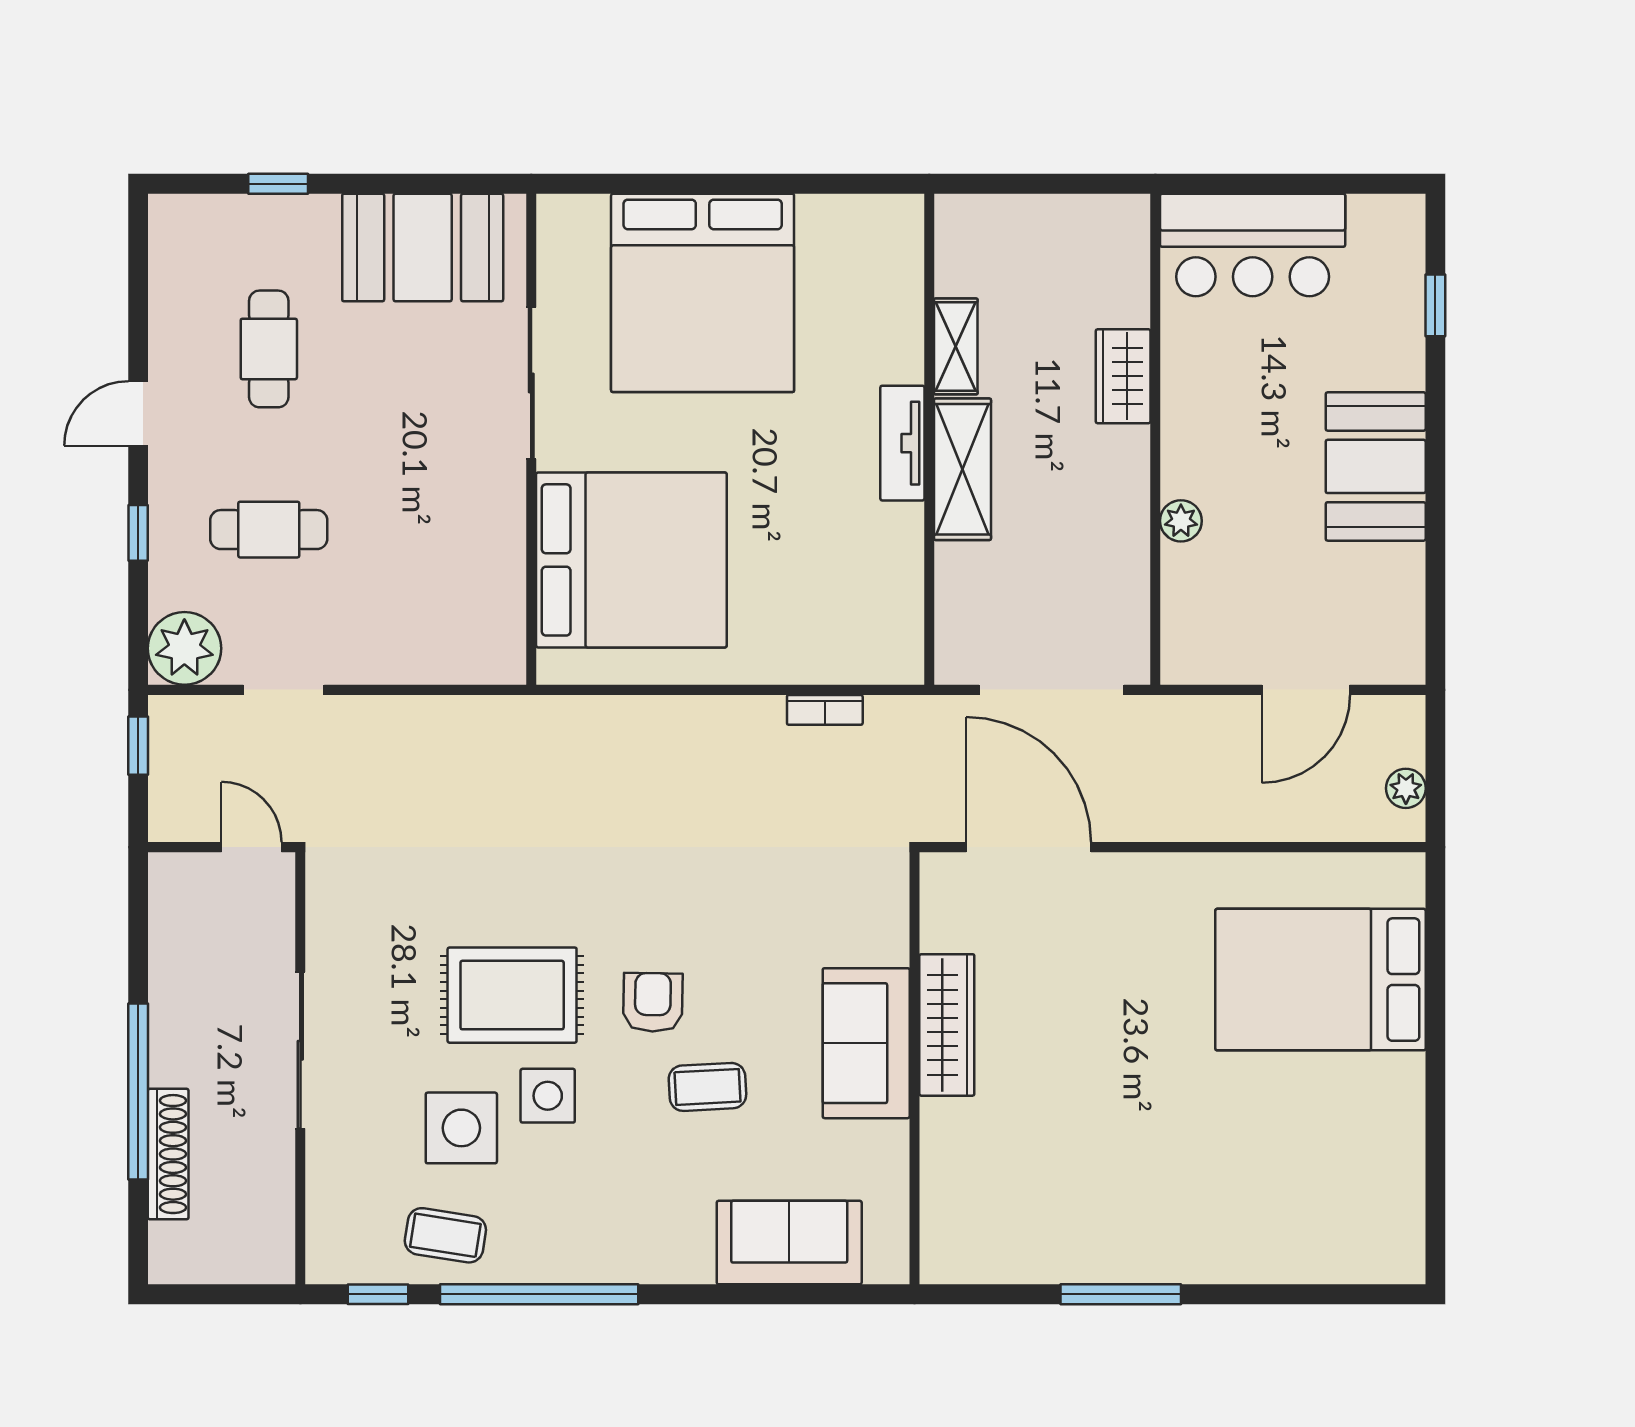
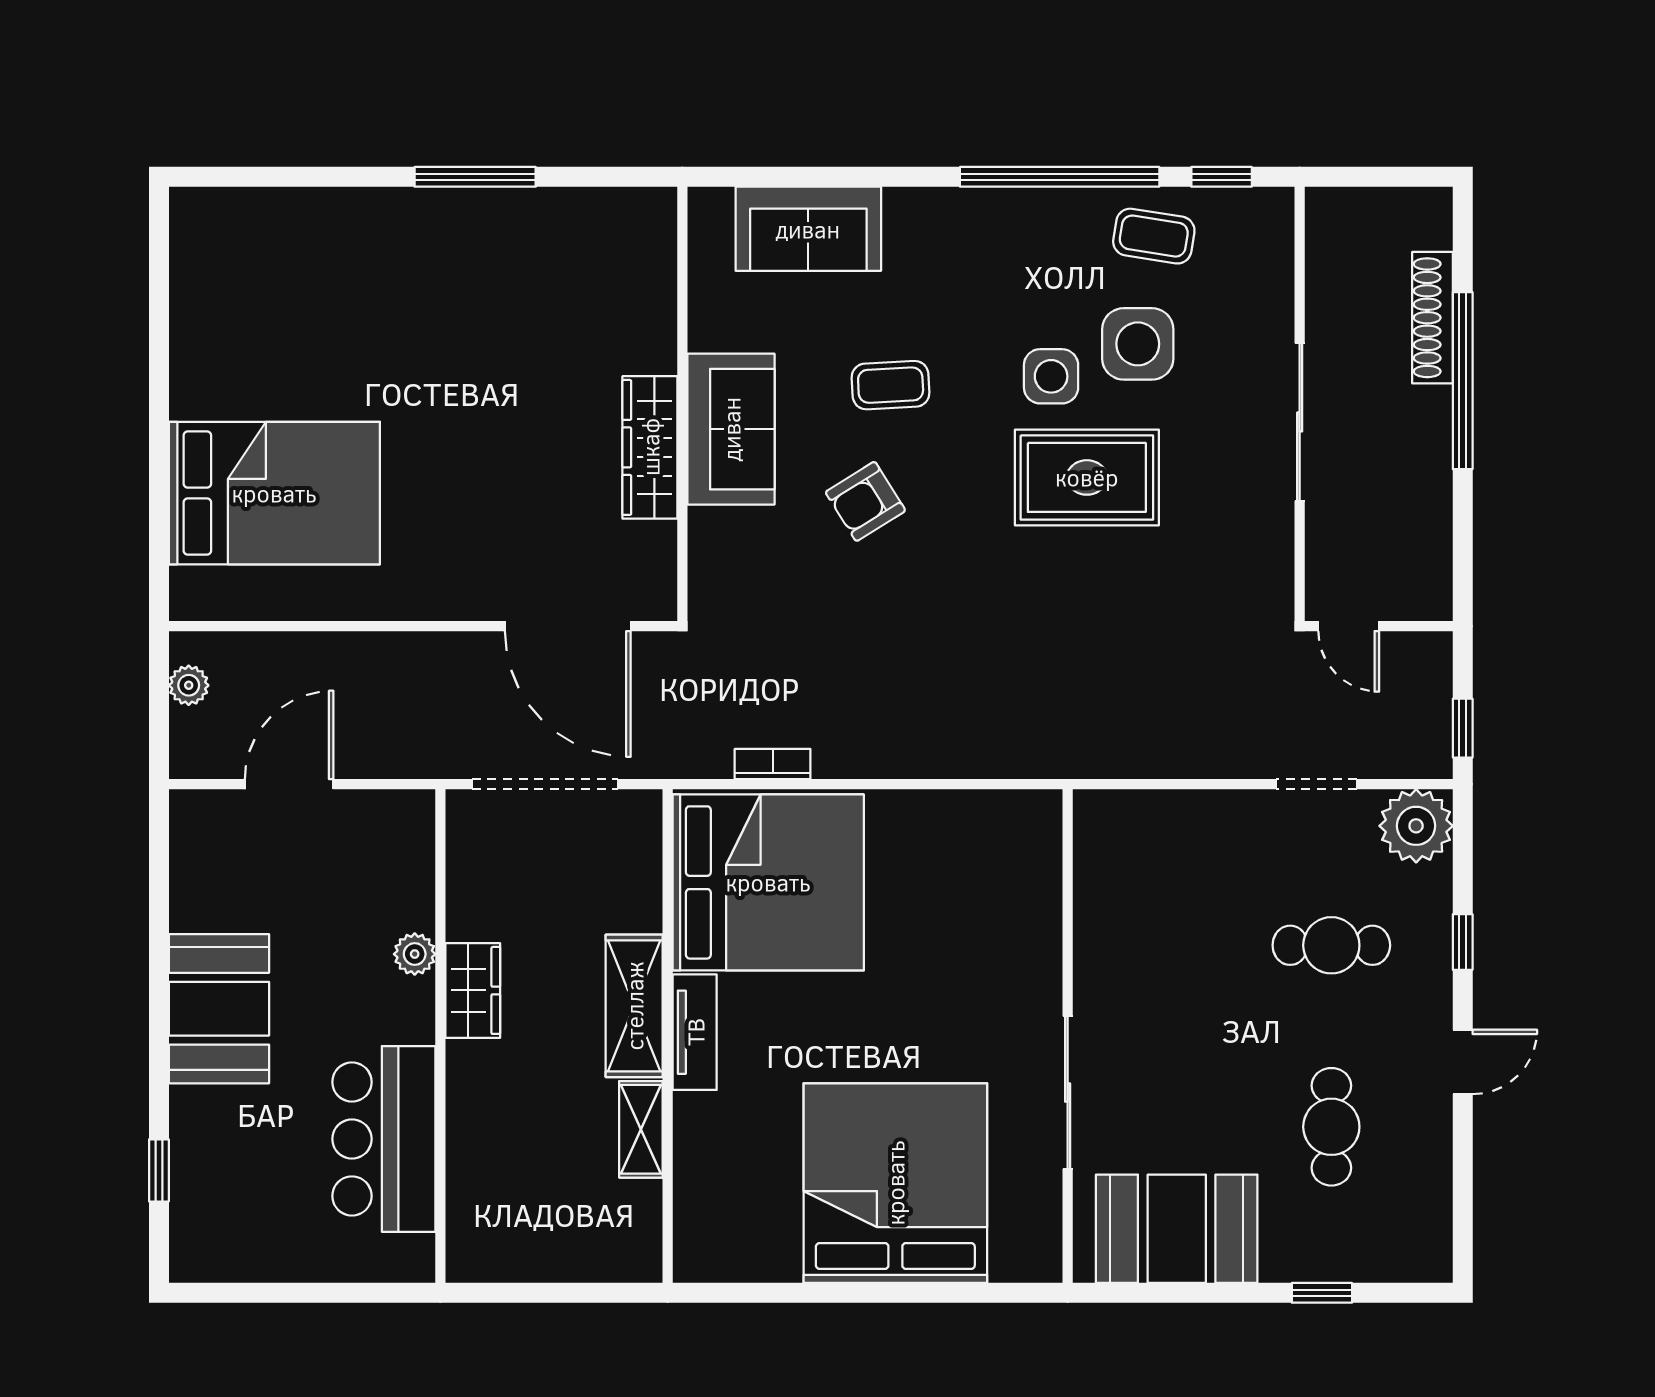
bar counter: (1253, 245) -> (384, 1139), moved, turned -90
wardrobe: (1123, 376) -> (473, 990), moved
bed: (631, 560) -> (768, 882), moved, turned 180
armchair: (653, 1002) -> (865, 501), moved, turned 57

